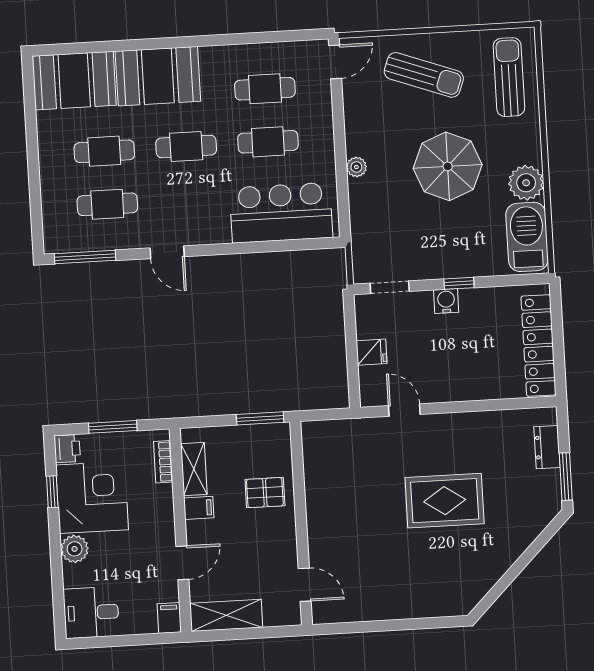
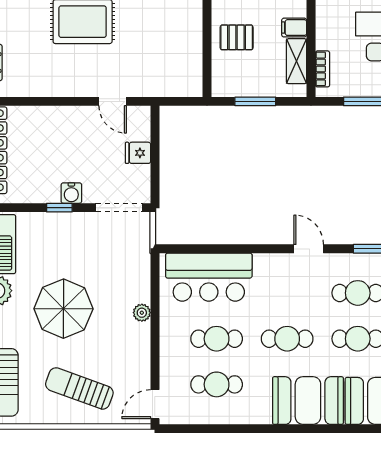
doorway: (390, 287) -> (119, 208), width x1.38
window: (260, 418) -> (255, 101), moved

